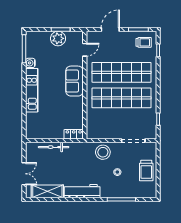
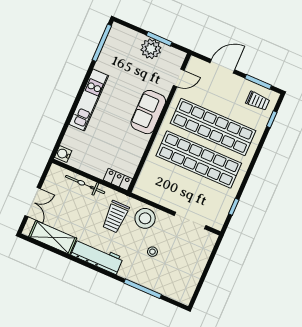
water cooler: (30, 63) -> (63, 154), moved
trolley: (146, 171) -> (115, 217), moved

